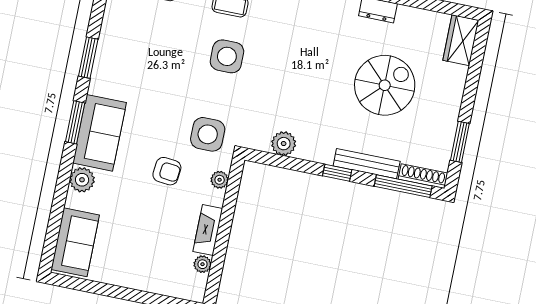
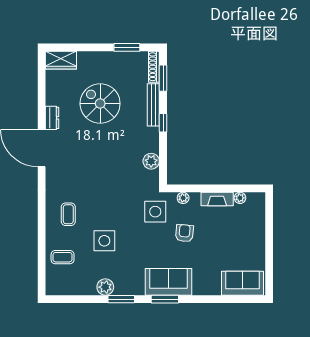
side table: (227, 56) -> (104, 241), moved
plant: (82, 180) -> (105, 287), moved
window: (403, 186) -> (163, 78), width x0.69

